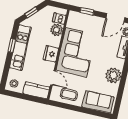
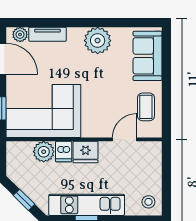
dishwasher: (59, 19) -> (64, 152), moved
corner sofa: (76, 52) -> (43, 111), moved
kitchen counter: (36, 90) -> (151, 162), removed

